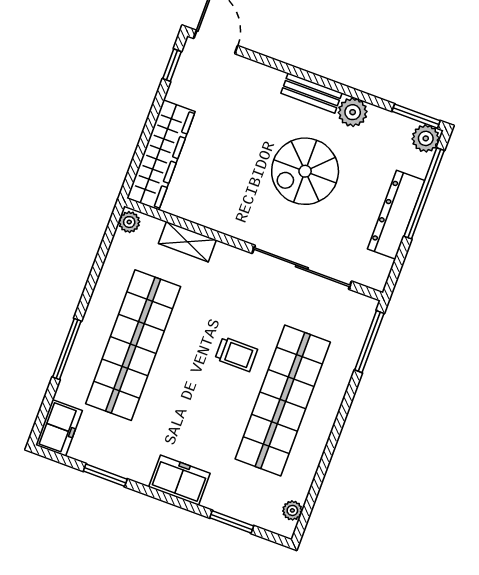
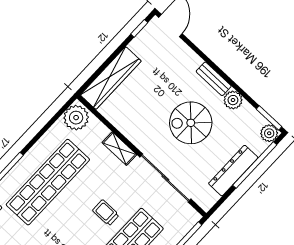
plant: (129, 222) -> (76, 118), width x1.88, depth x1.88
shelving: (187, 242) -> (119, 149), moved
trolley: (236, 354) -> (106, 213), turned 180

